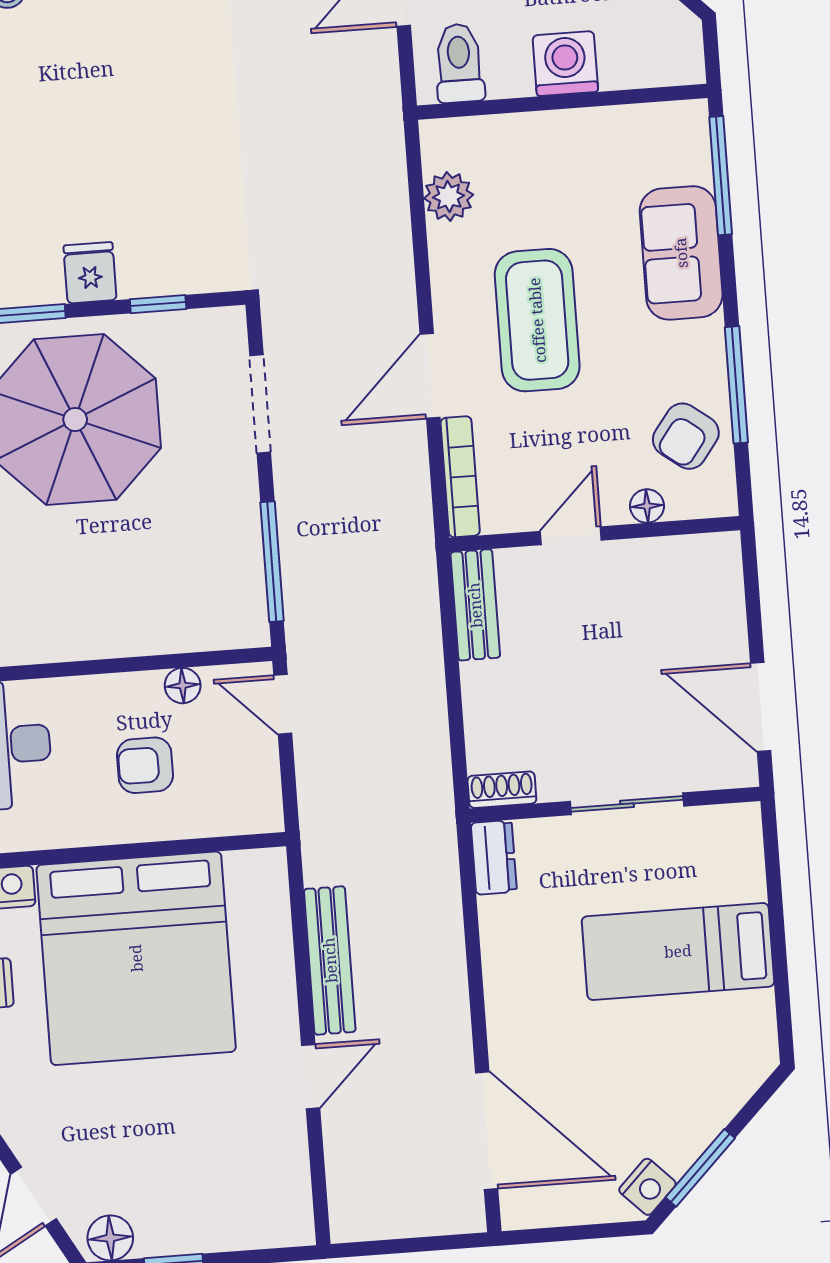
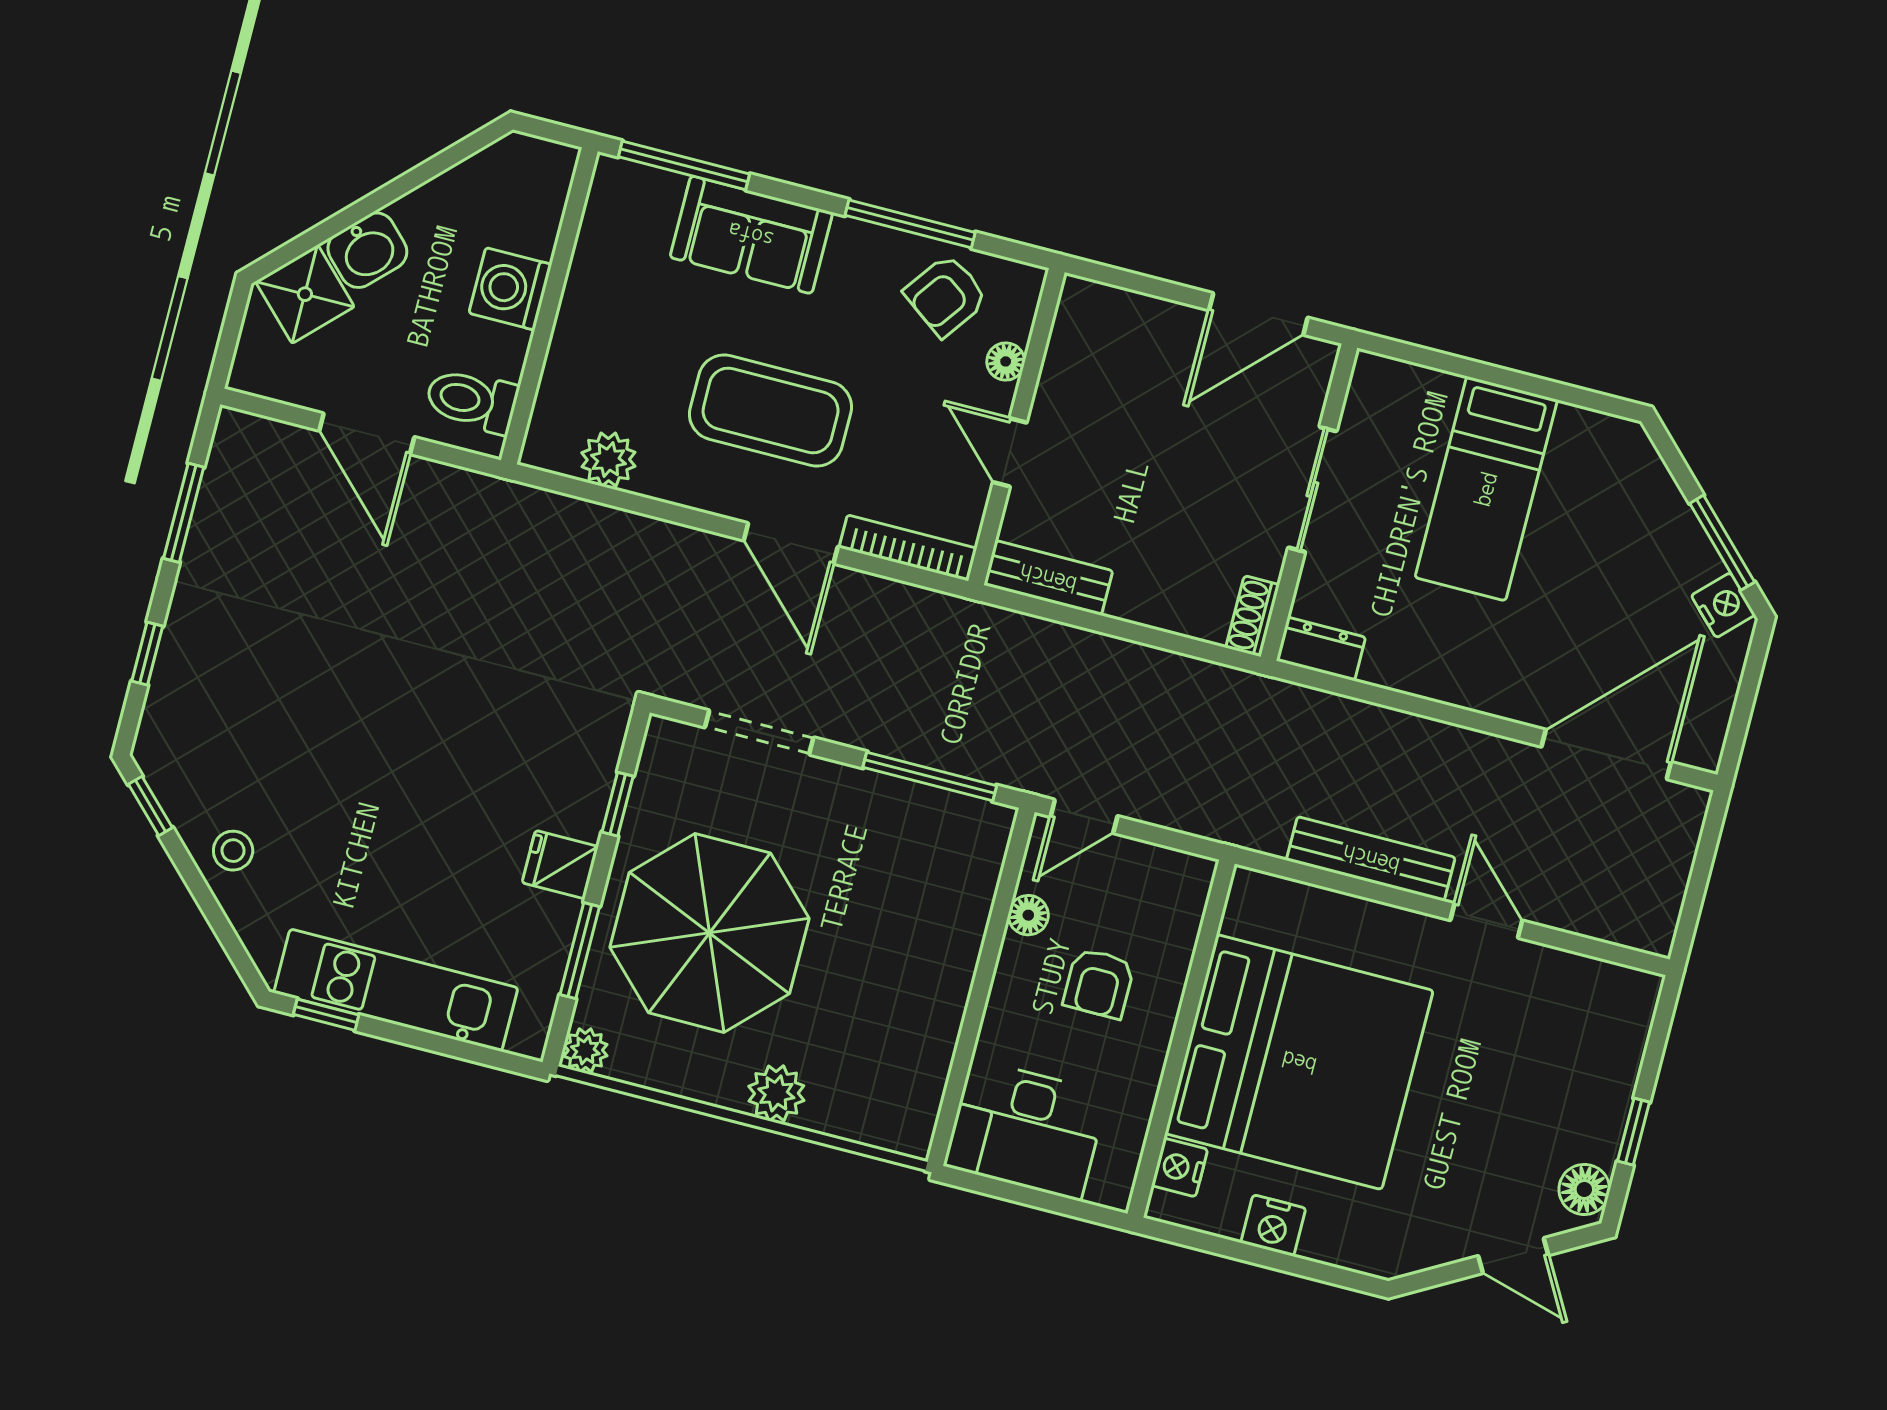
armchair: (686, 436) -> (946, 295), turned 89

